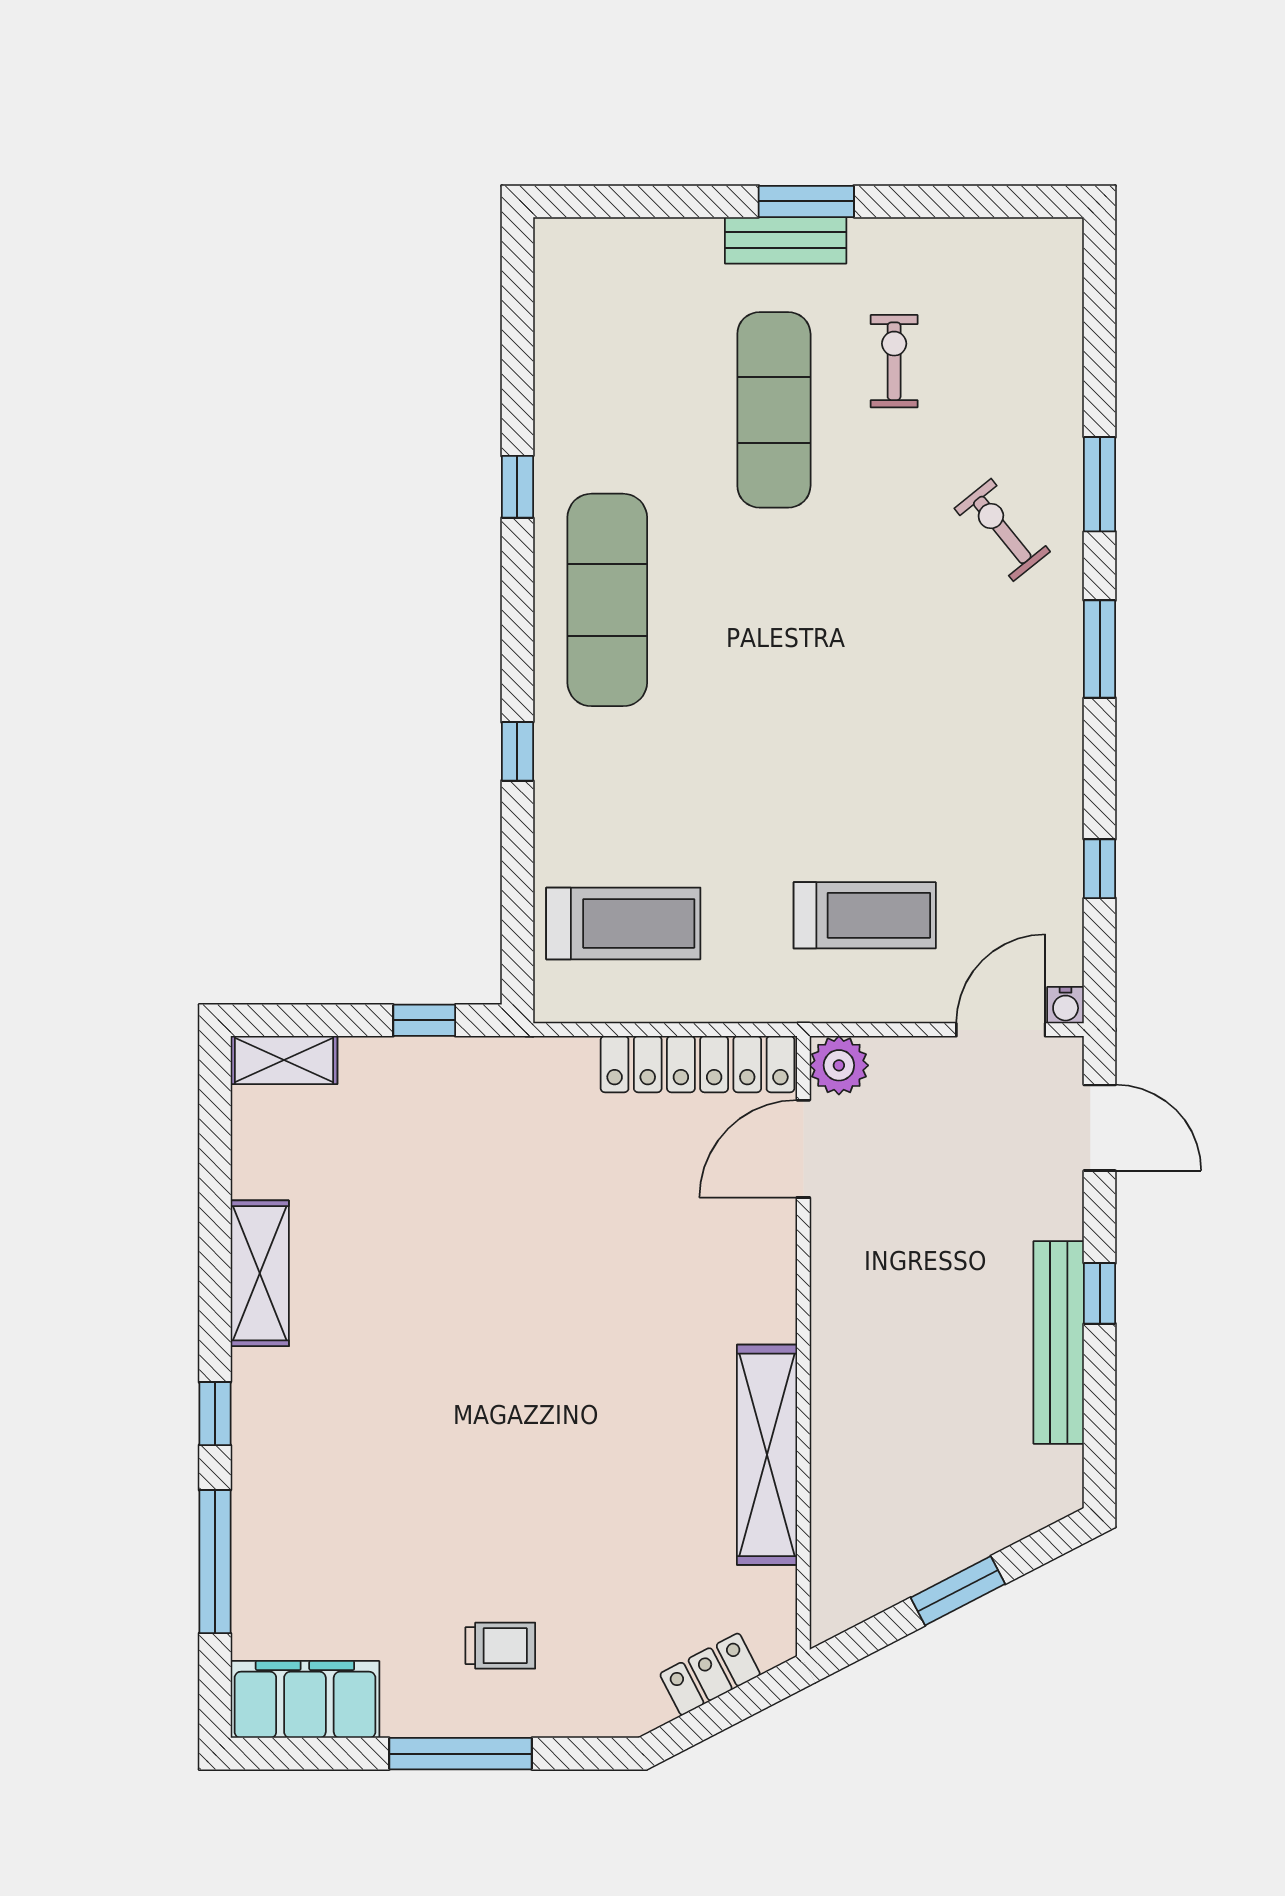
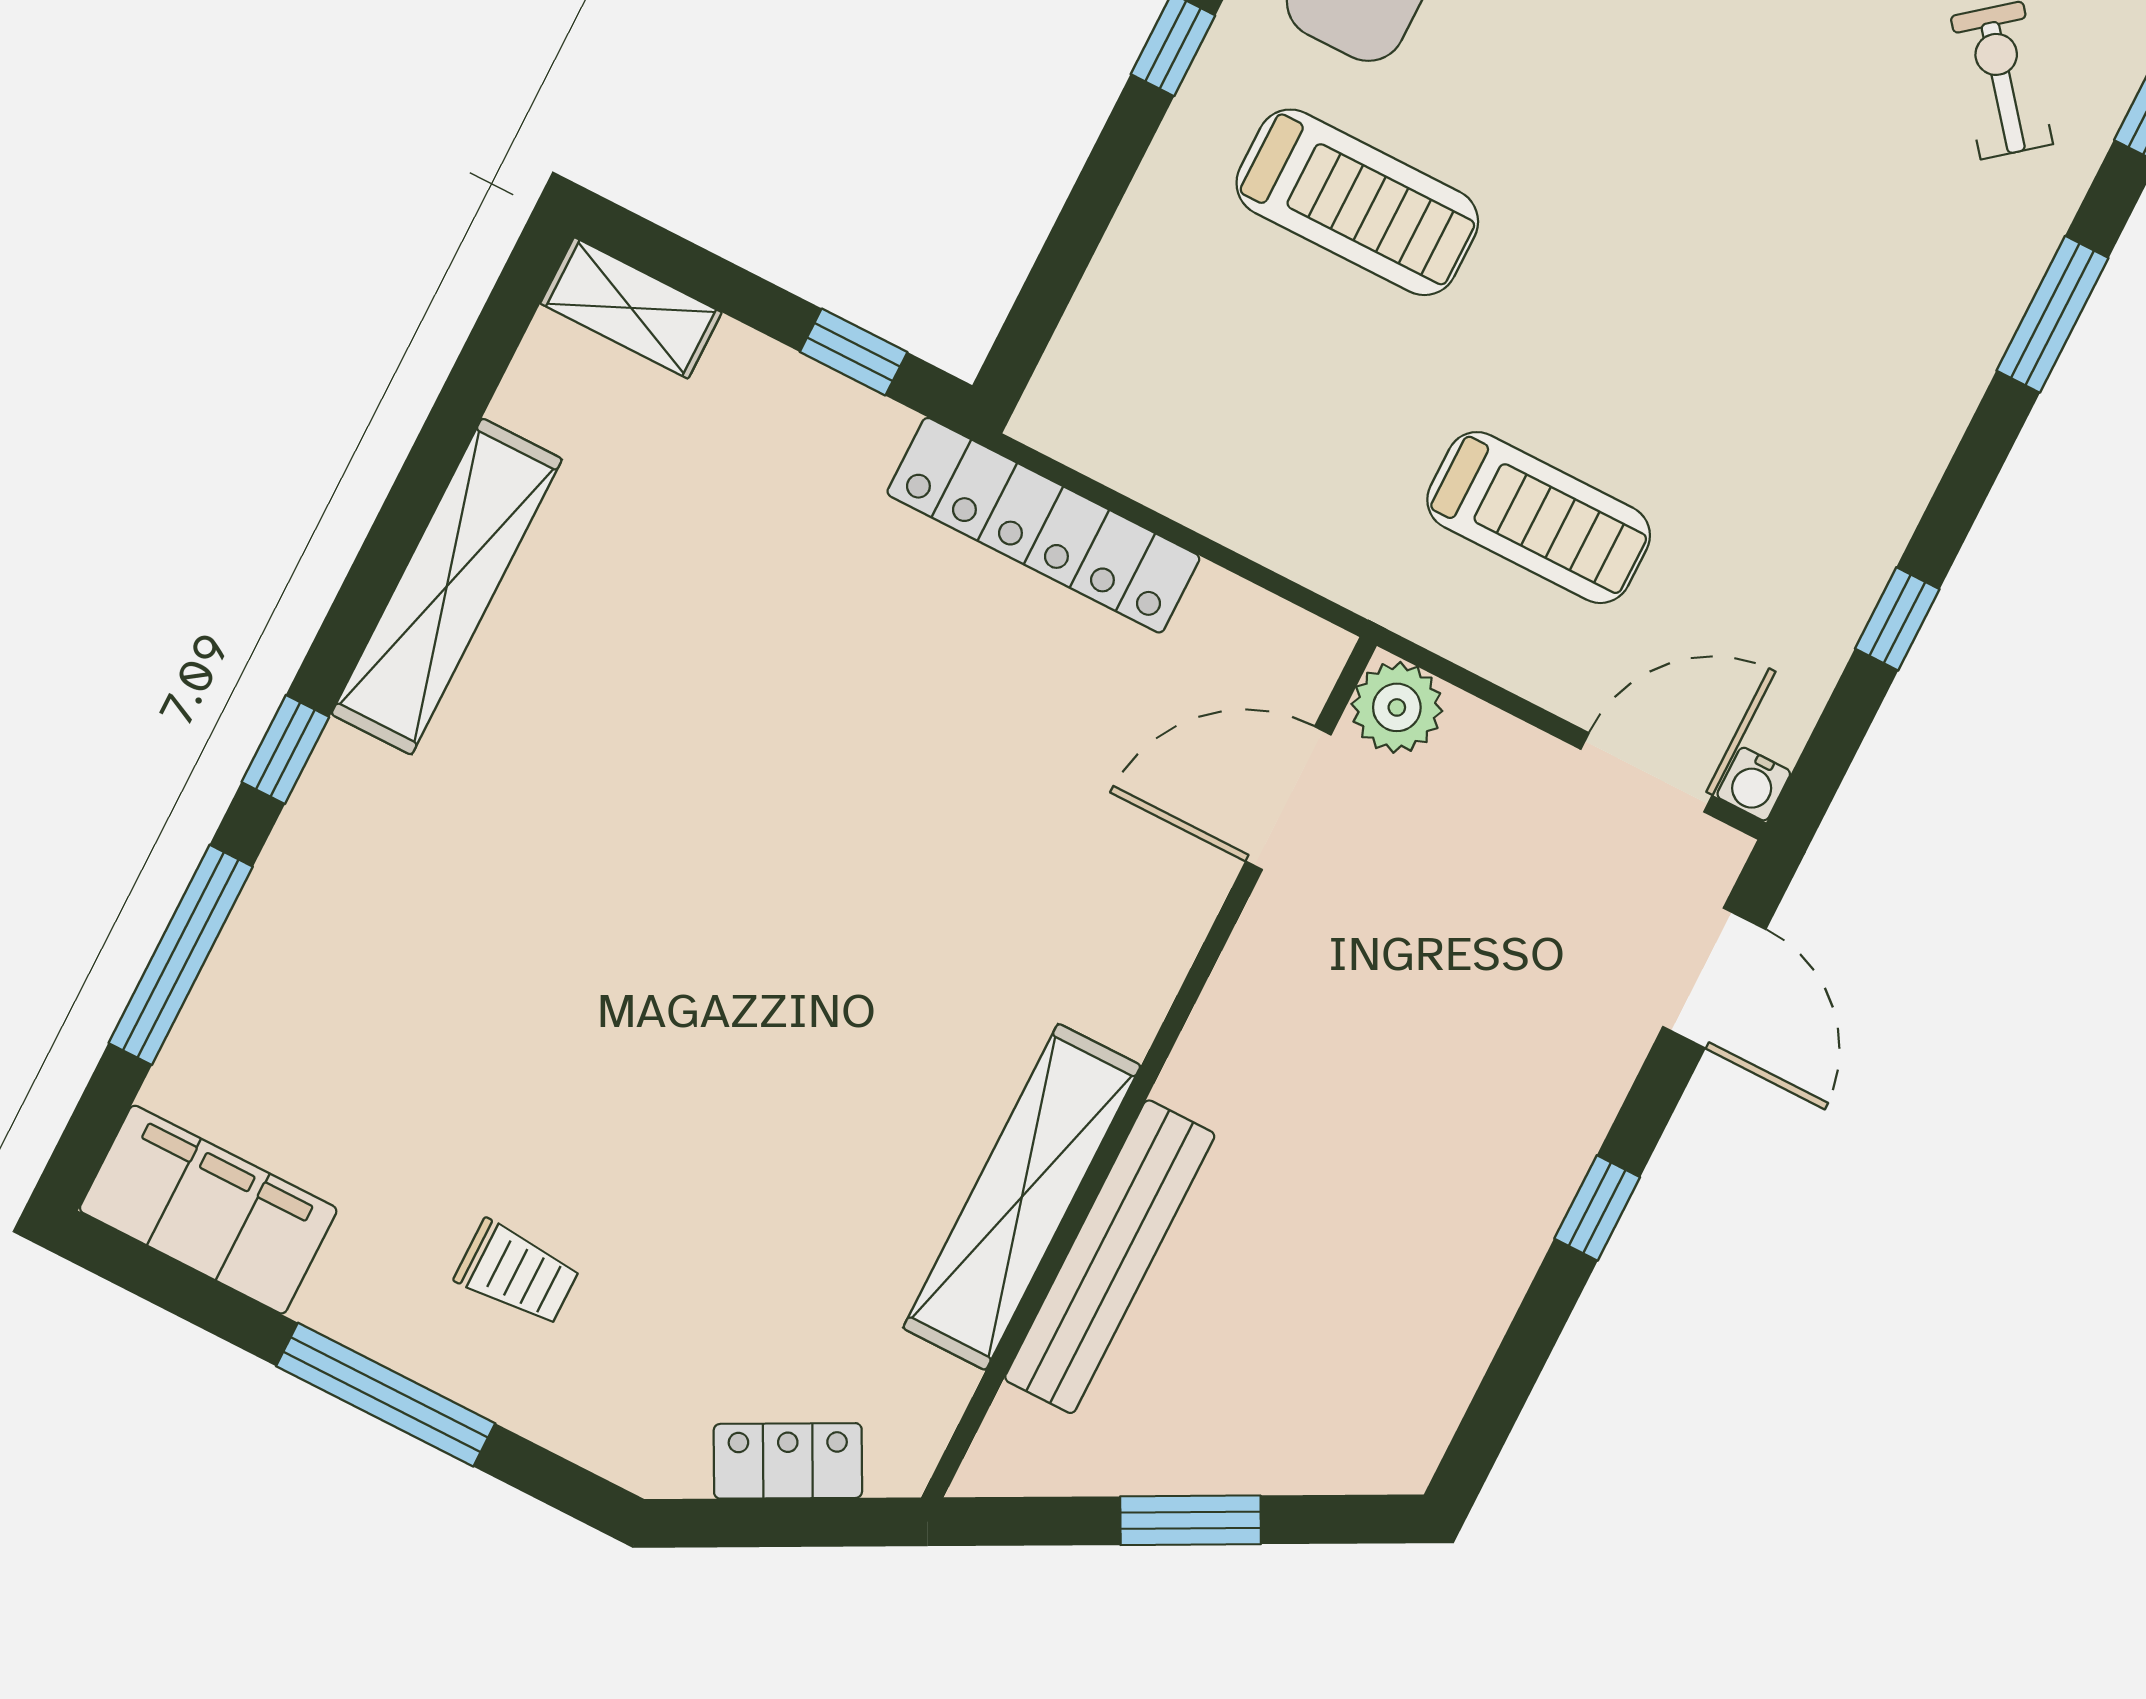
treadmill: (623, 923) -> (1357, 202), moved
locker: (697, 1064) -> (1043, 525), moved
shelving: (260, 1273) -> (447, 587), width x1.47
bench: (1059, 1342) -> (1110, 1257), moved

